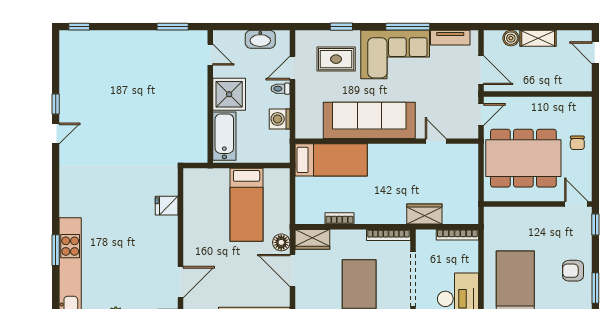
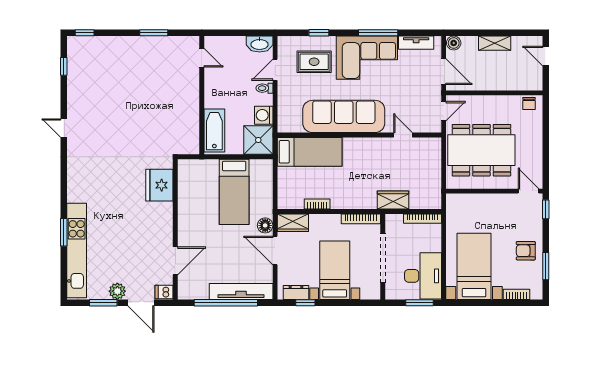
window: (173, 27) -> (154, 33), moved
boiler: (511, 38) -> (454, 43), moved
washbasin: (260, 39) -> (260, 44), moved
shower: (229, 94) -> (258, 140), moved
window: (56, 104) -> (64, 66), moved
door: (56, 133) -> (64, 128), swing flipped
chair: (577, 143) -> (529, 104), moved
fridge: (167, 206) -> (159, 185), width x1.88, depth x1.34

